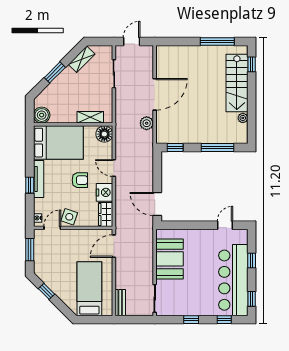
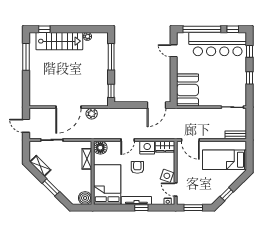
door: (155, 94) -> (68, 107), swing flipped
booth: (169, 259) -> (188, 90), moved, turned 90
window: (252, 260) -> (202, 29), width x3.17

